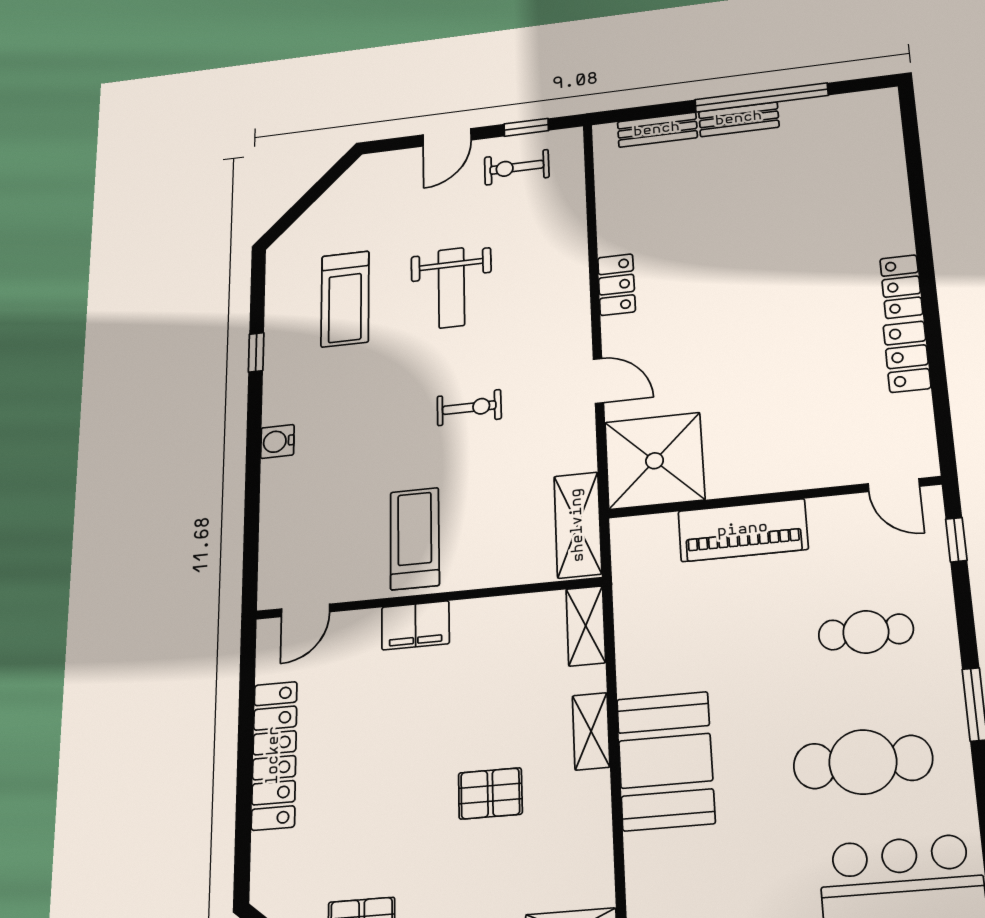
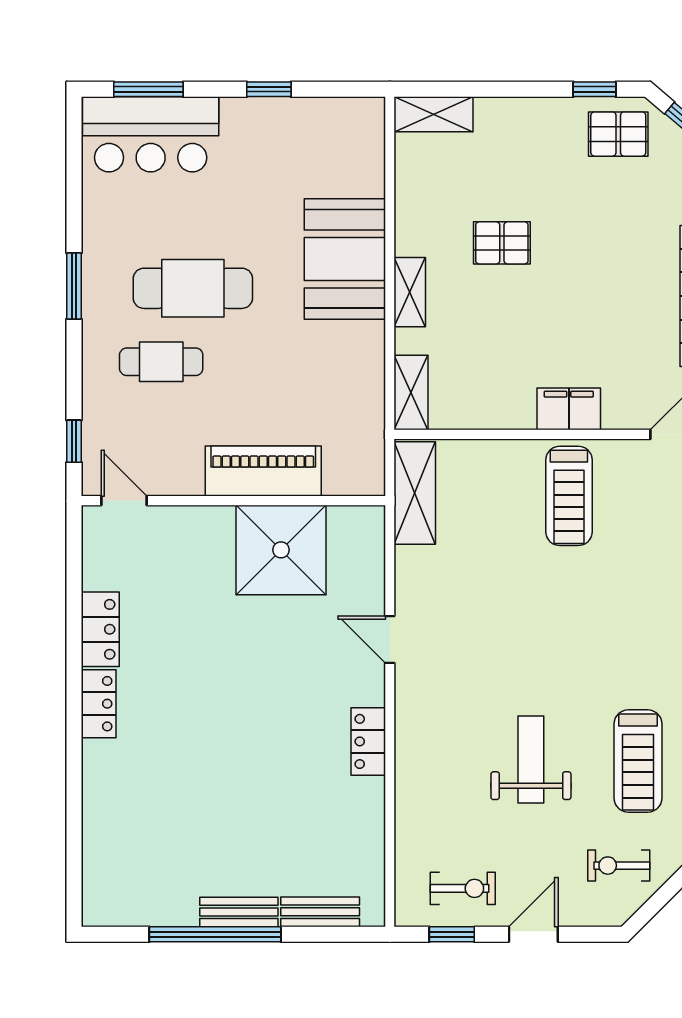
treadmill: (345, 299) -> (638, 761), turned 180
exercise bike: (469, 408) -> (619, 866), moved
shower: (655, 461) -> (281, 550), moved
cafe table: (863, 762) -> (193, 288), moved

